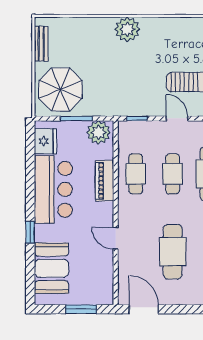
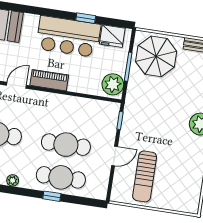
cafe table: (136, 174) -> (71, 112), removed
cafe table: (173, 174) -> (66, 145), width x1.37, depth x1.35
piano: (105, 181) -> (49, 80), moved
window: (30, 232) -> (86, 18), moved

